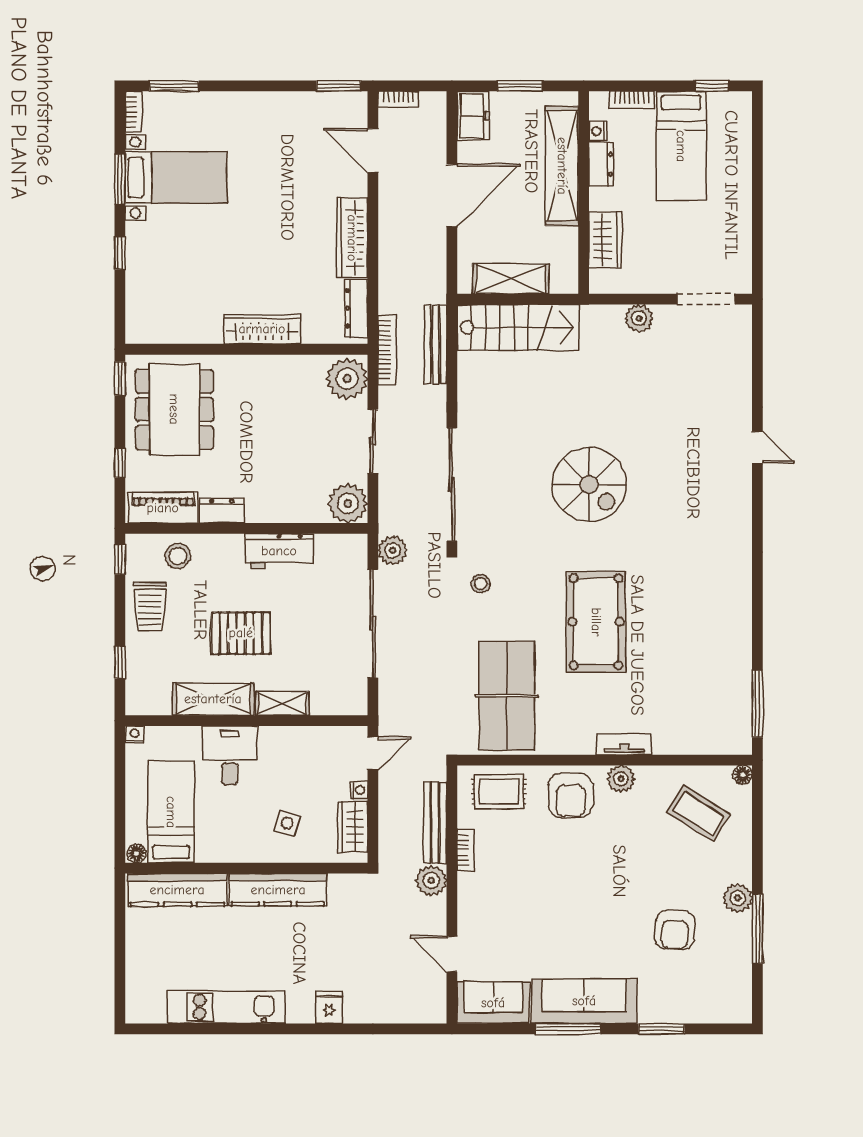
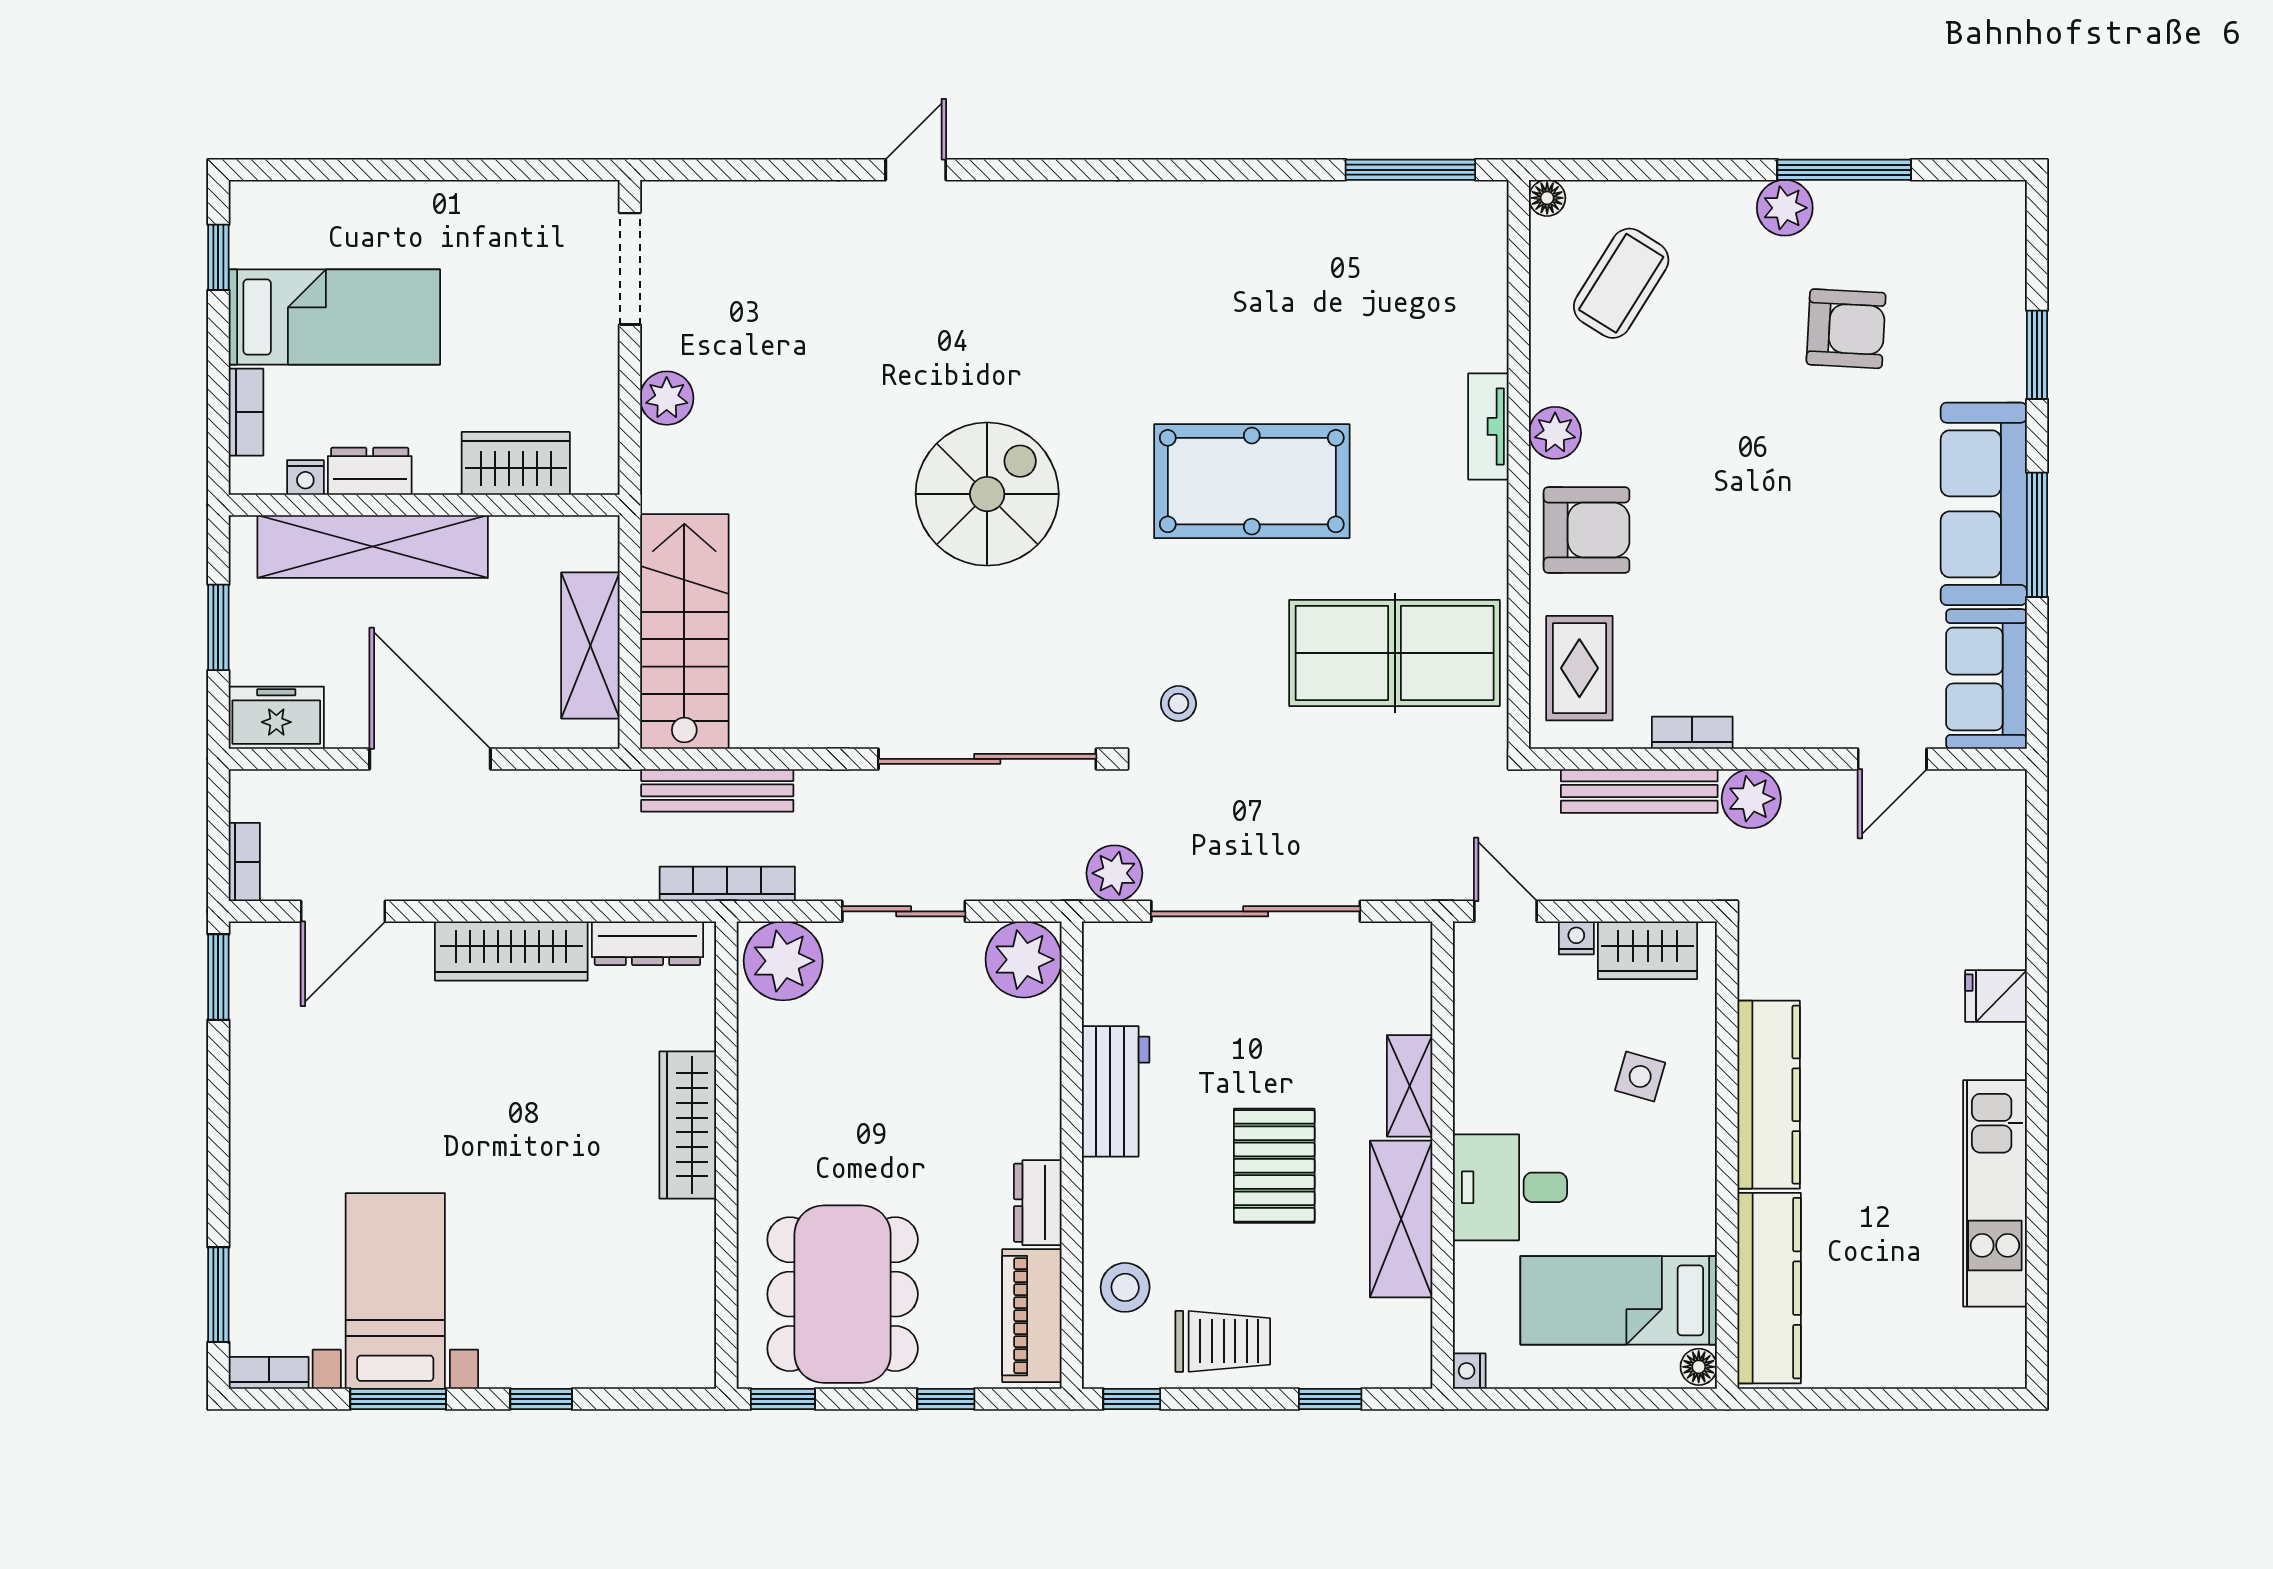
dining table: (174, 409) -> (843, 1294), turned 90

